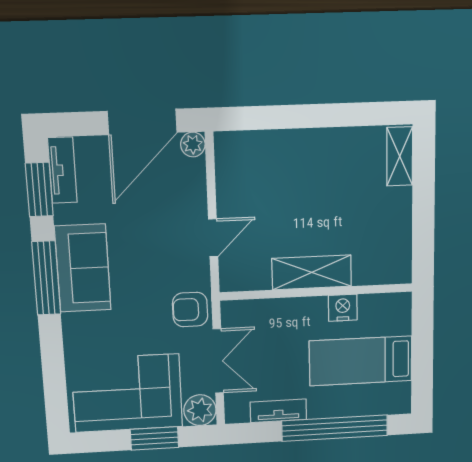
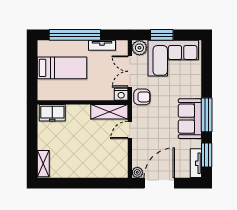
freezer: (380, 267) -> (52, 113), added
shelving: (312, 272) -> (109, 112), moved
nightstand: (343, 308) -> (121, 94), moved

